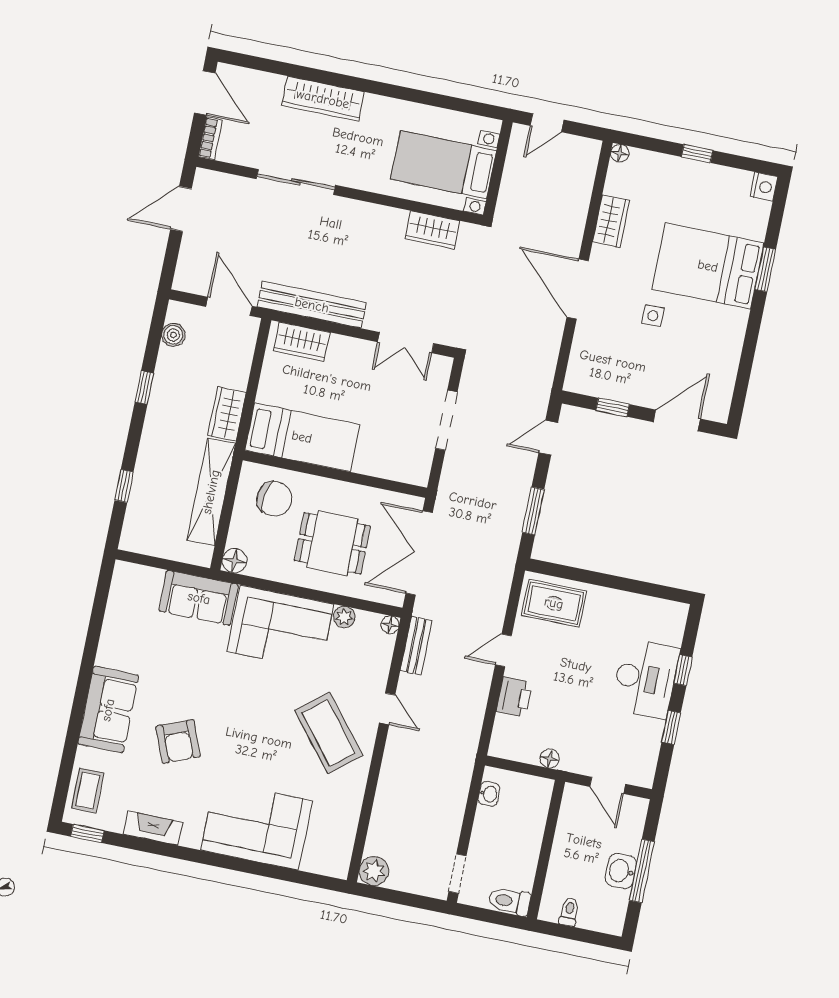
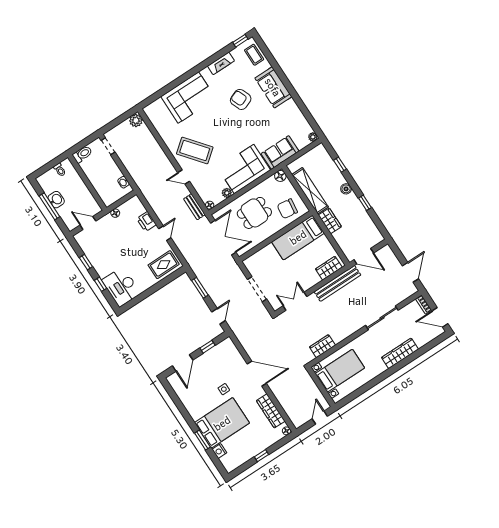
nightstand: (764, 187) -> (219, 451), moved
wardrobe: (611, 221) -> (271, 411), width x1.50
boiler: (173, 335) -> (346, 189), moved
plant: (123, 571) -> (313, 137), added
desk: (645, 679) -> (121, 287), moved

